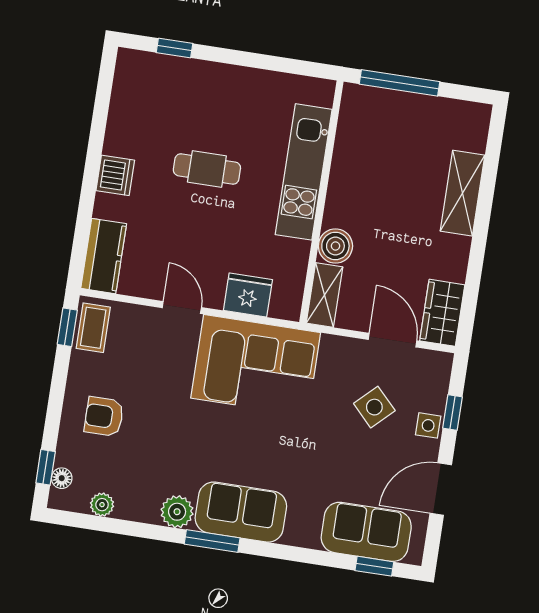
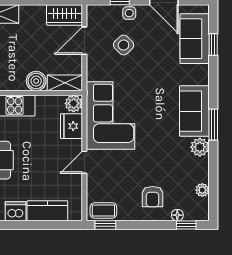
kitchen counter: (104, 256) -> (47, 211), moved
plant: (286, 305) -> (74, 103), added
floor lamp: (62, 478) -> (177, 215), moved
window: (374, 566) -> (213, 45), moved

